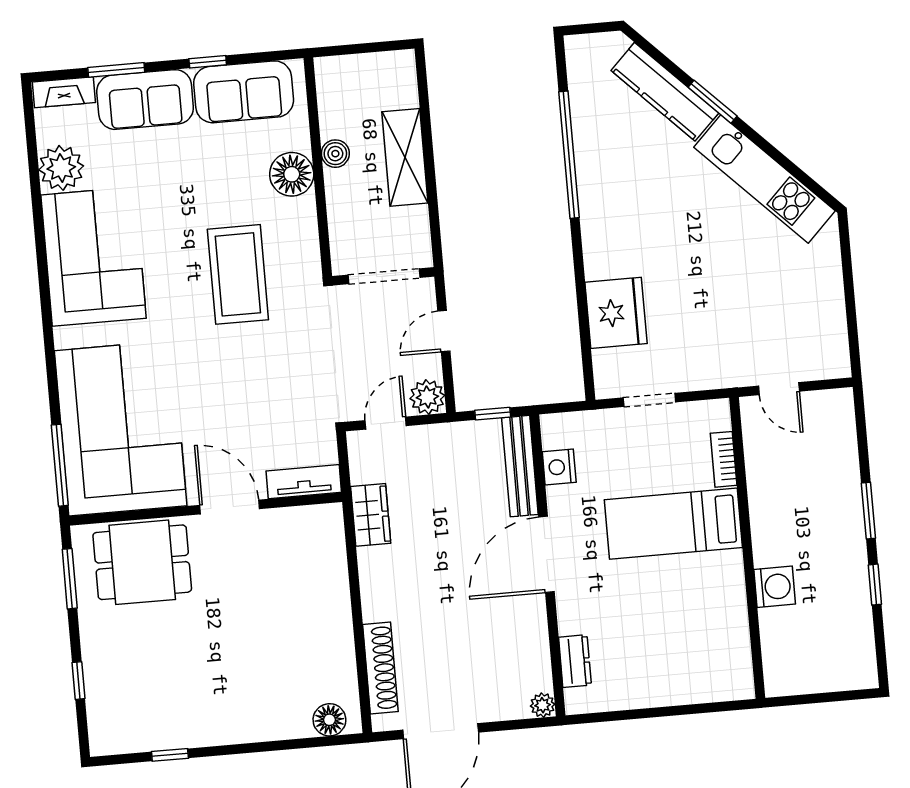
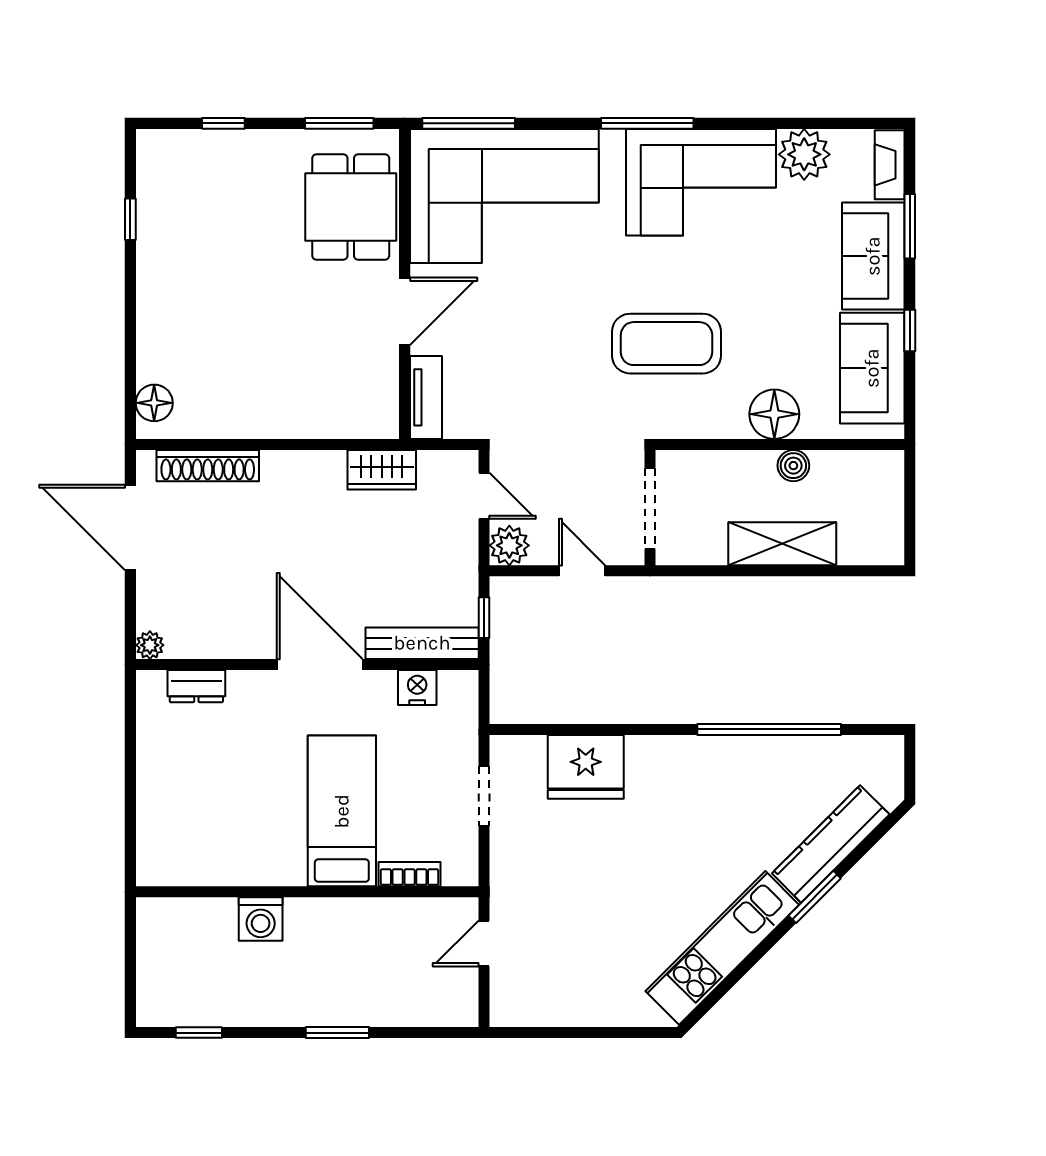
window: (46, 308) -> (647, 123), added
window: (875, 585) -> (199, 1033), moved

